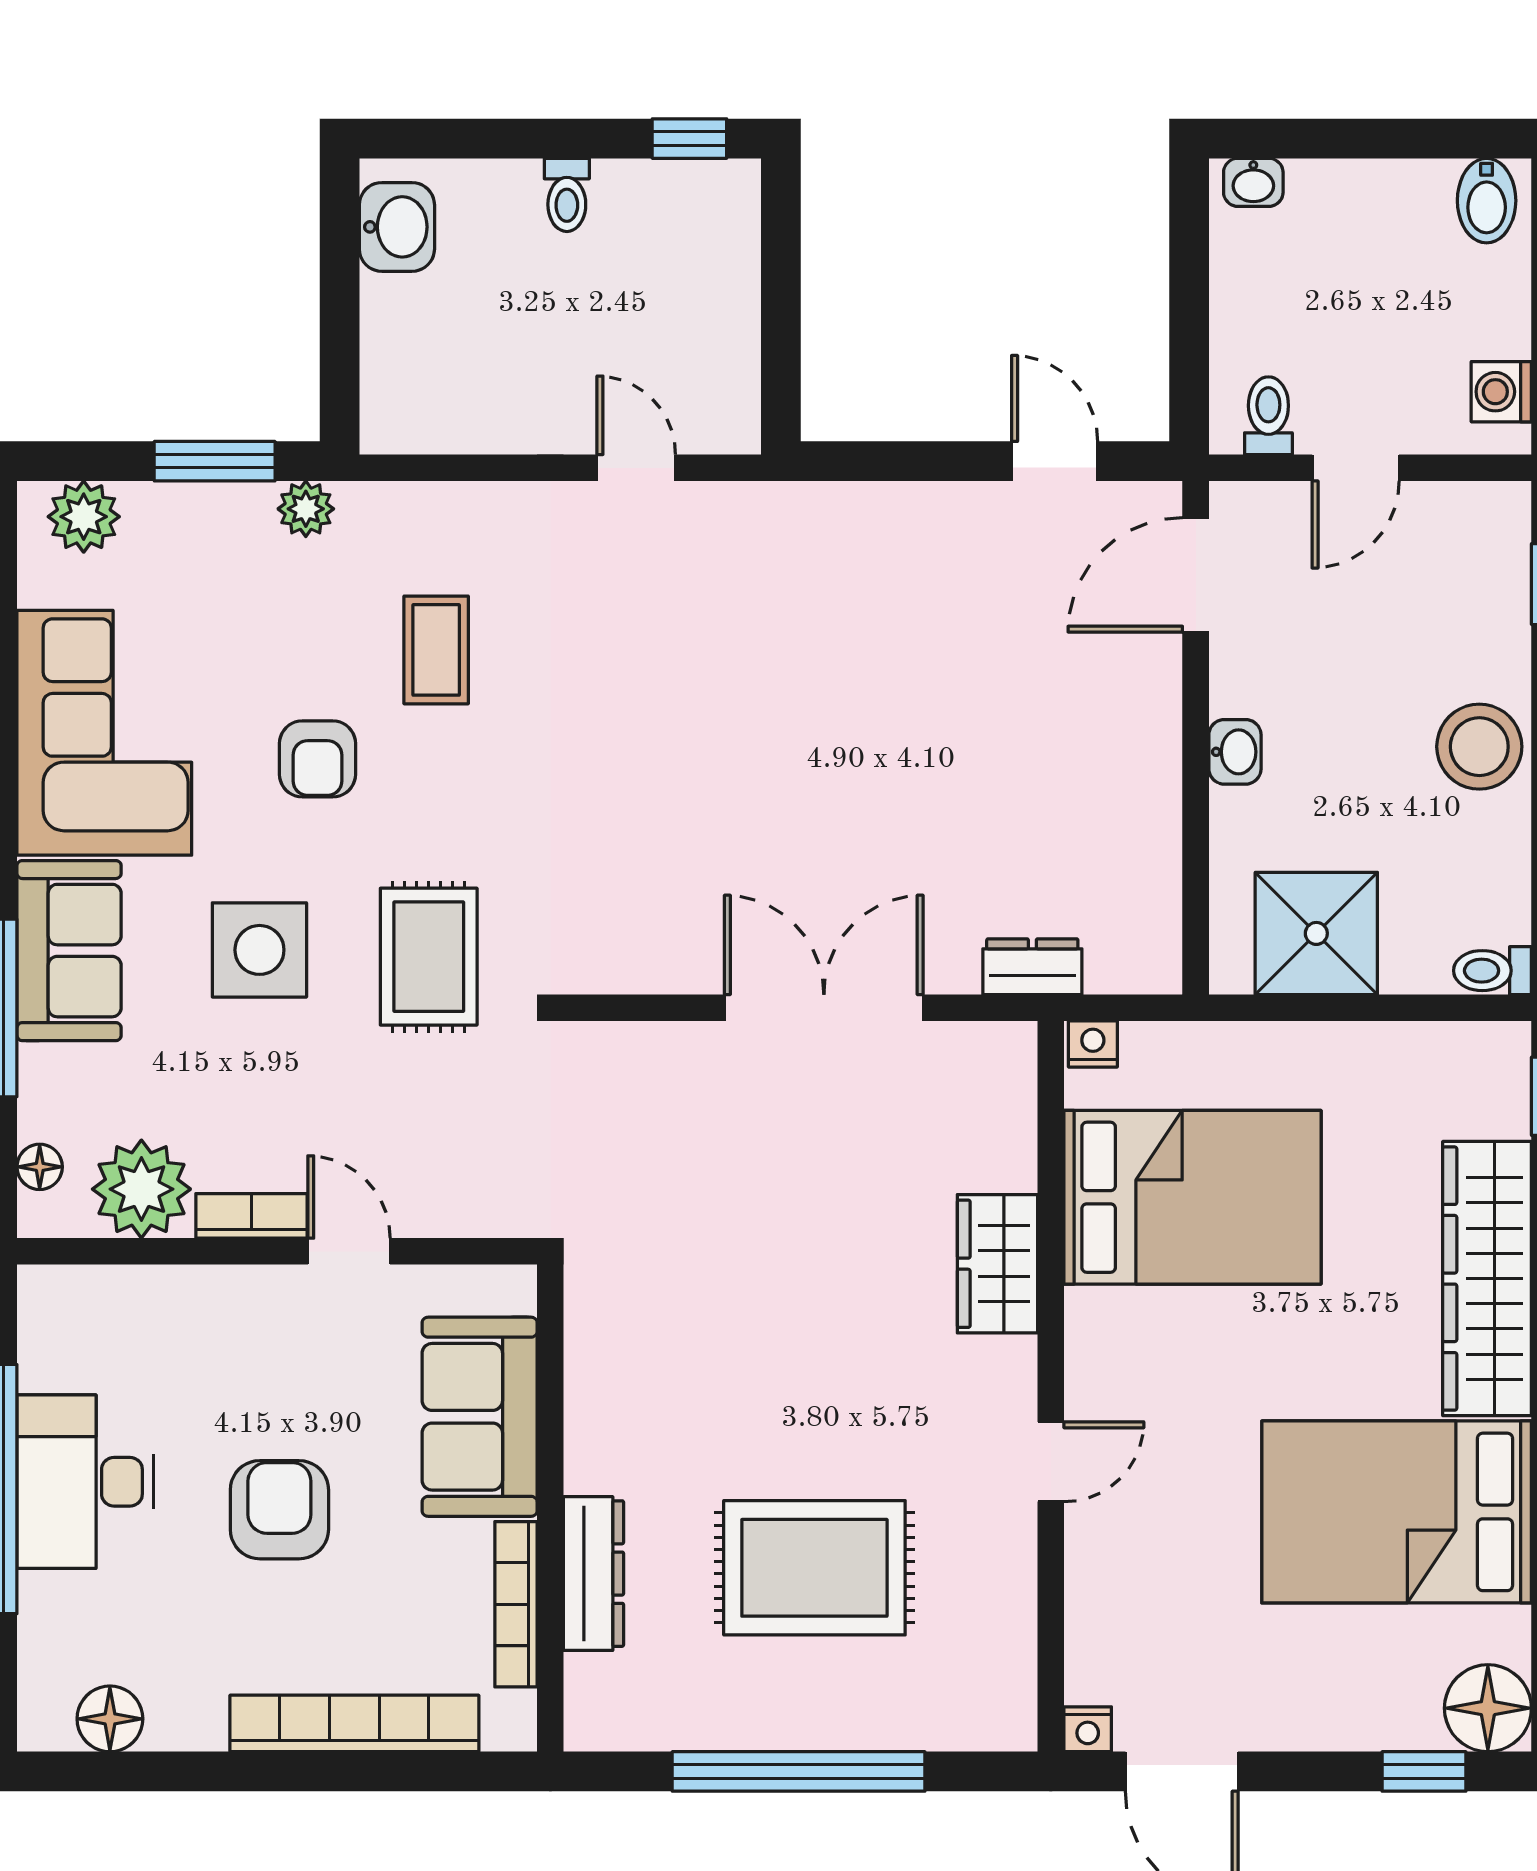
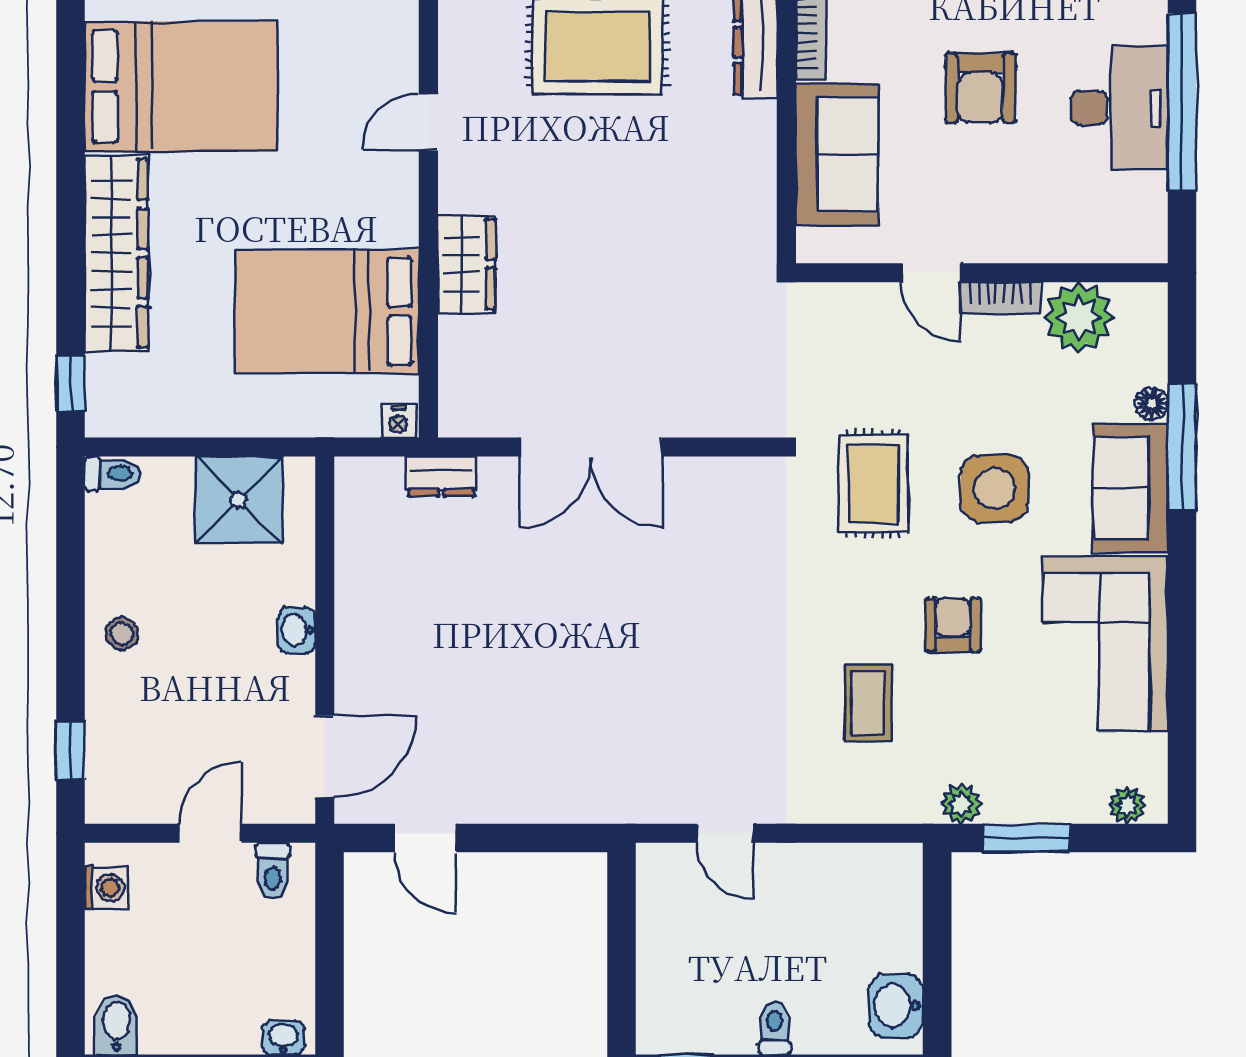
plant: (84, 517) -> (1127, 805), width x0.73, depth x0.73
stool: (1479, 747) -> (122, 634), width x0.53, depth x0.53
floor lamp: (40, 1167) -> (1152, 403), moved

